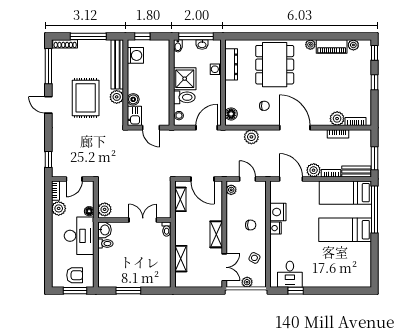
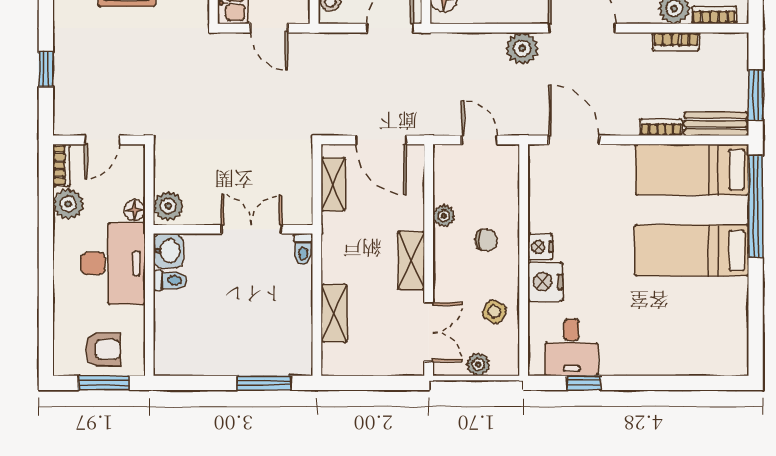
plant: (251, 137) -> (522, 48), moved
window: (48, 160) -> (46, 69), moved
plant: (314, 170) -> (623, 121), removed
plant: (231, 190) -> (444, 216), moved
nightstand: (278, 212) -> (545, 282), moved
window: (128, 291) -> (264, 383), moved

